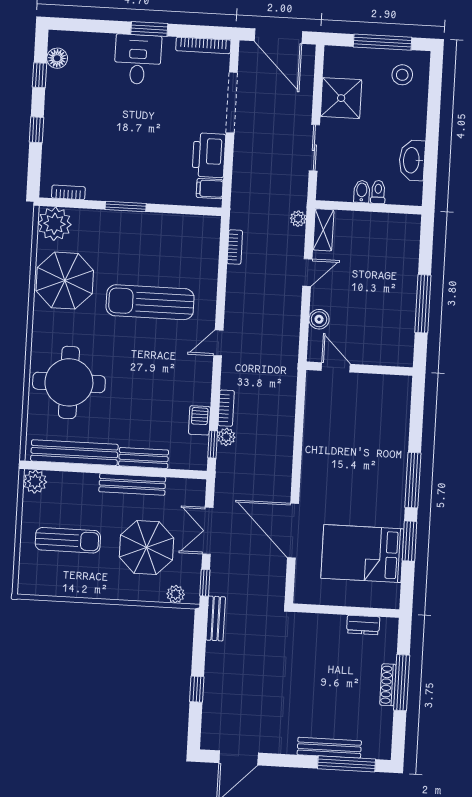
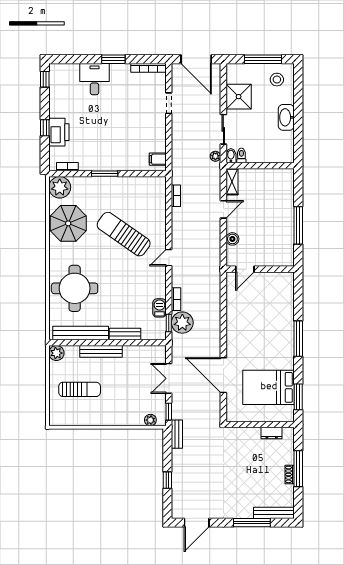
floor lamp: (57, 58) -> (55, 81), removed
desk: (138, 59) -> (94, 79), moved
window: (40, 75) -> (45, 79), moved
doorway: (232, 102) -> (169, 103), width x0.53
printer: (209, 155) -> (59, 132), moved, turned 180
washbasin: (412, 160) -> (286, 117), moved
bidet: (362, 191) -> (231, 156), moved
toilet: (378, 192) -> (241, 155), moved
plant: (298, 219) -> (215, 156), moved
sun lounger: (150, 302) -> (124, 234), turned 35
door: (336, 367) -> (245, 269), swing flipped
plant: (226, 437) -> (182, 323), width x1.87, depth x1.87
bench: (132, 484) -> (101, 351), moved
window: (410, 541) -> (298, 397), moved
parasol: (147, 547) -> (130, 391), removed
shoe rack: (388, 685) -> (290, 474), width x0.70
bench: (329, 748) -> (274, 513), moved
window: (347, 764) -> (252, 523), moved

